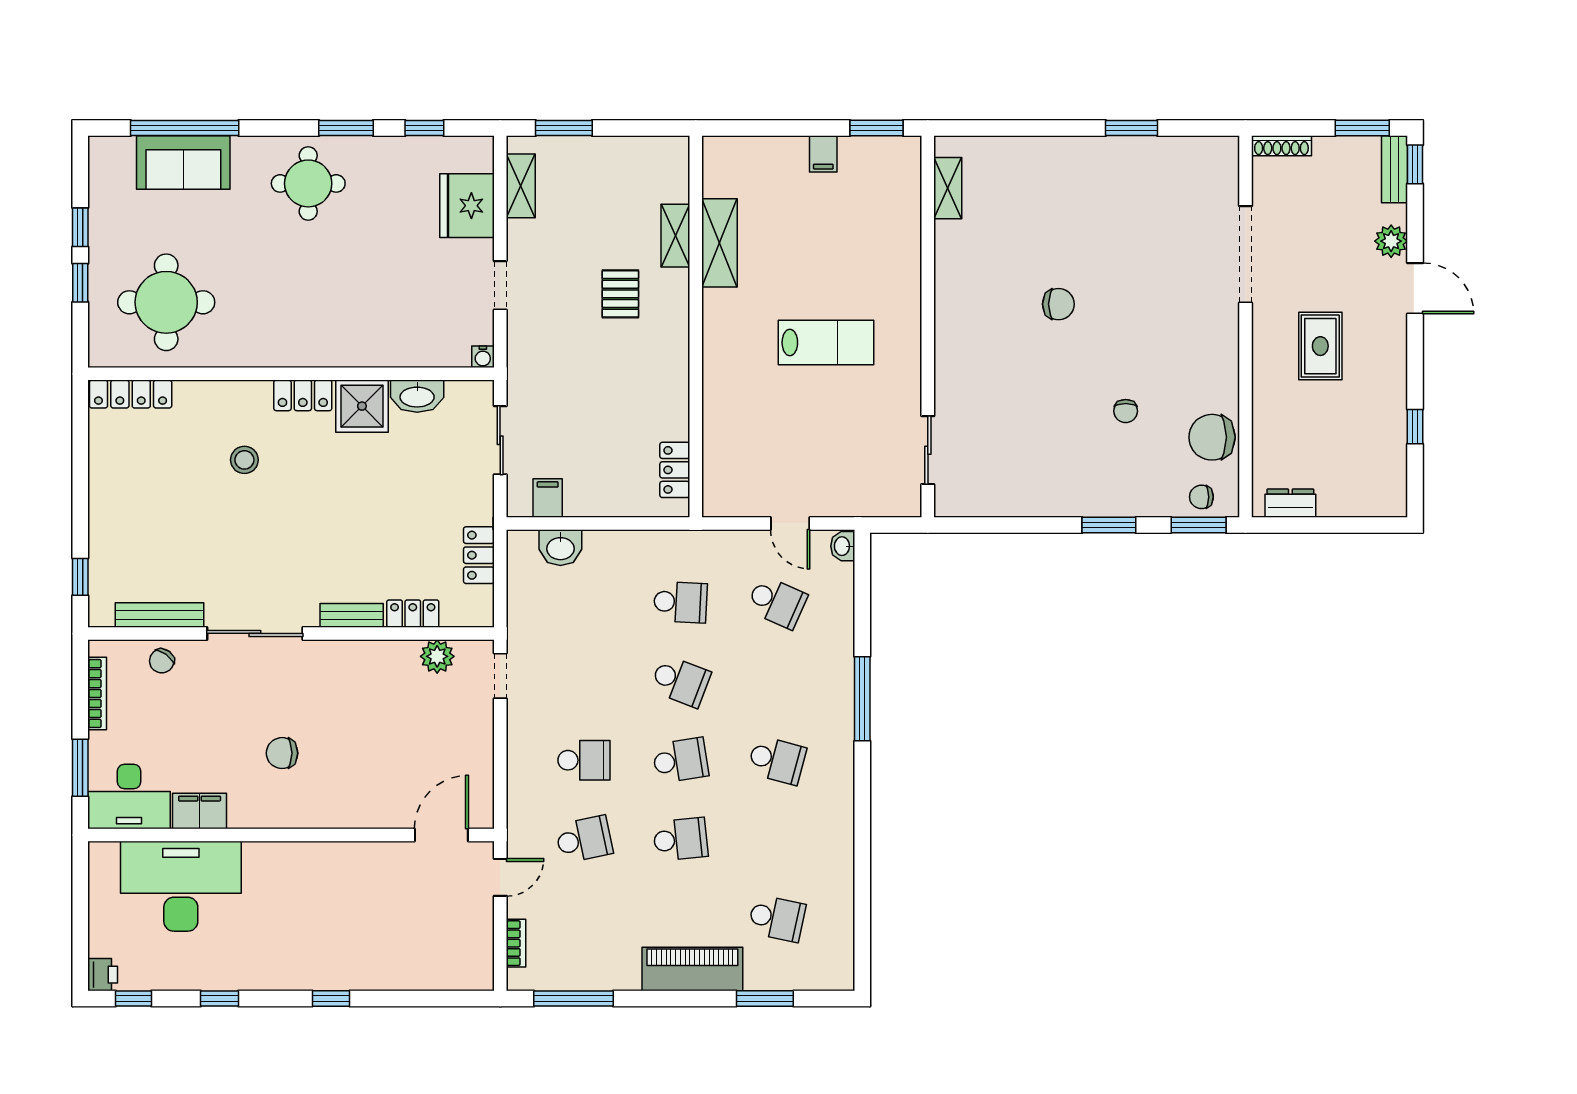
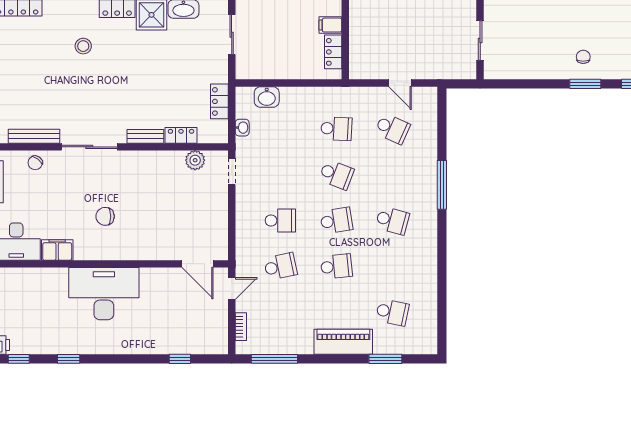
chair: (1126, 411) -> (583, 57), moved, turned 180
filing cabinet: (548, 498) -> (330, 25), moved, turned -90
washbasin: (843, 546) -> (242, 128), moved, turned 180
door: (441, 835) -> (198, 264), swing flipped
desk: (181, 886) -> (104, 294), moved
window: (331, 999) -> (180, 359), moved

